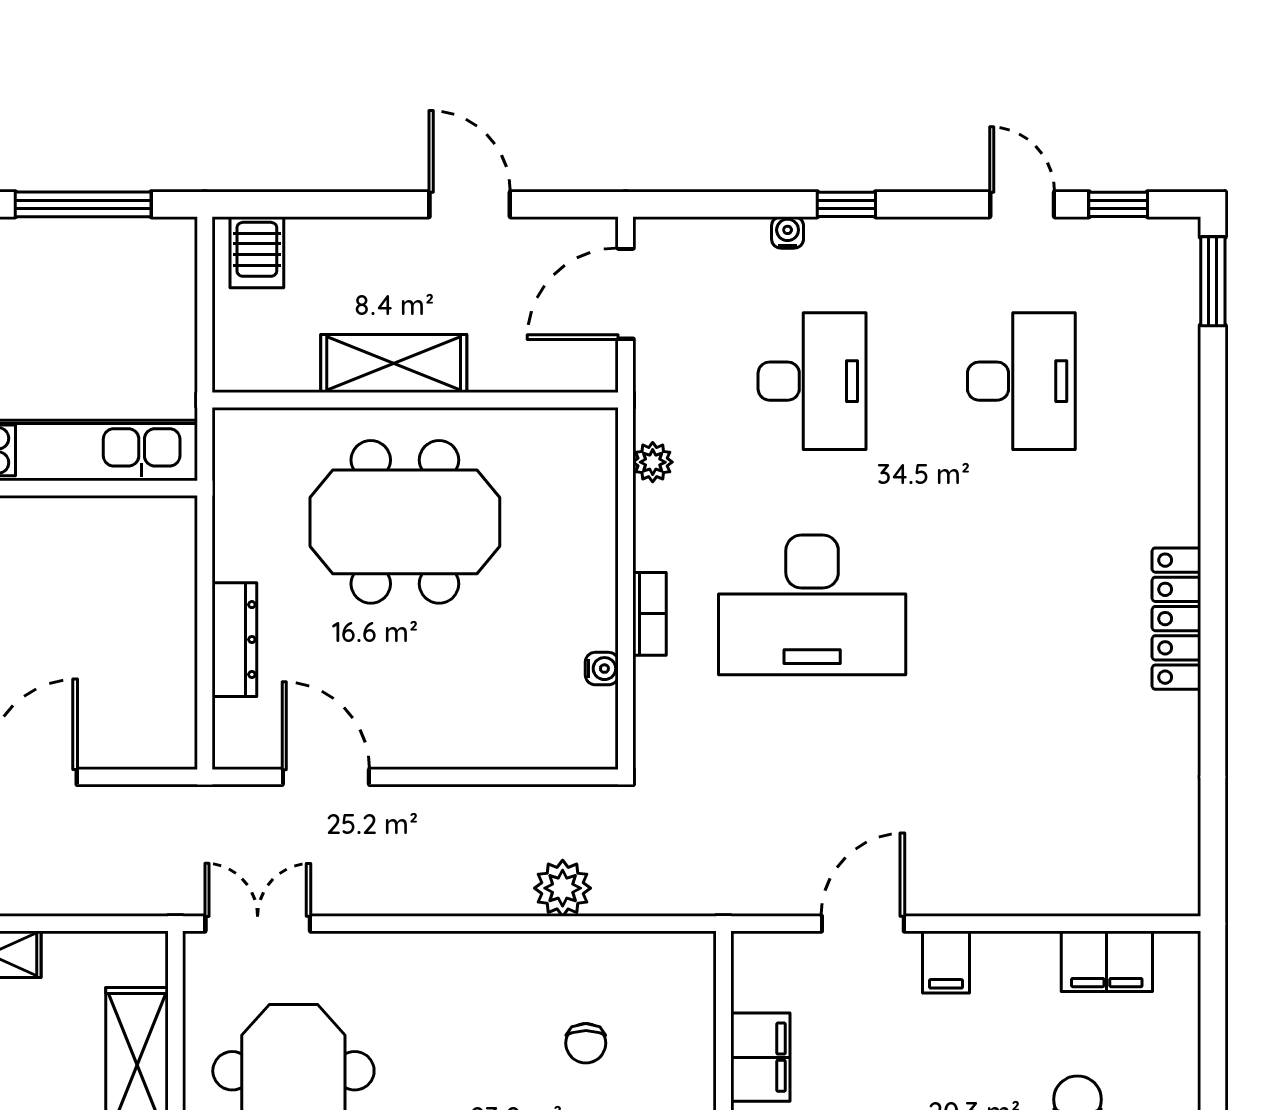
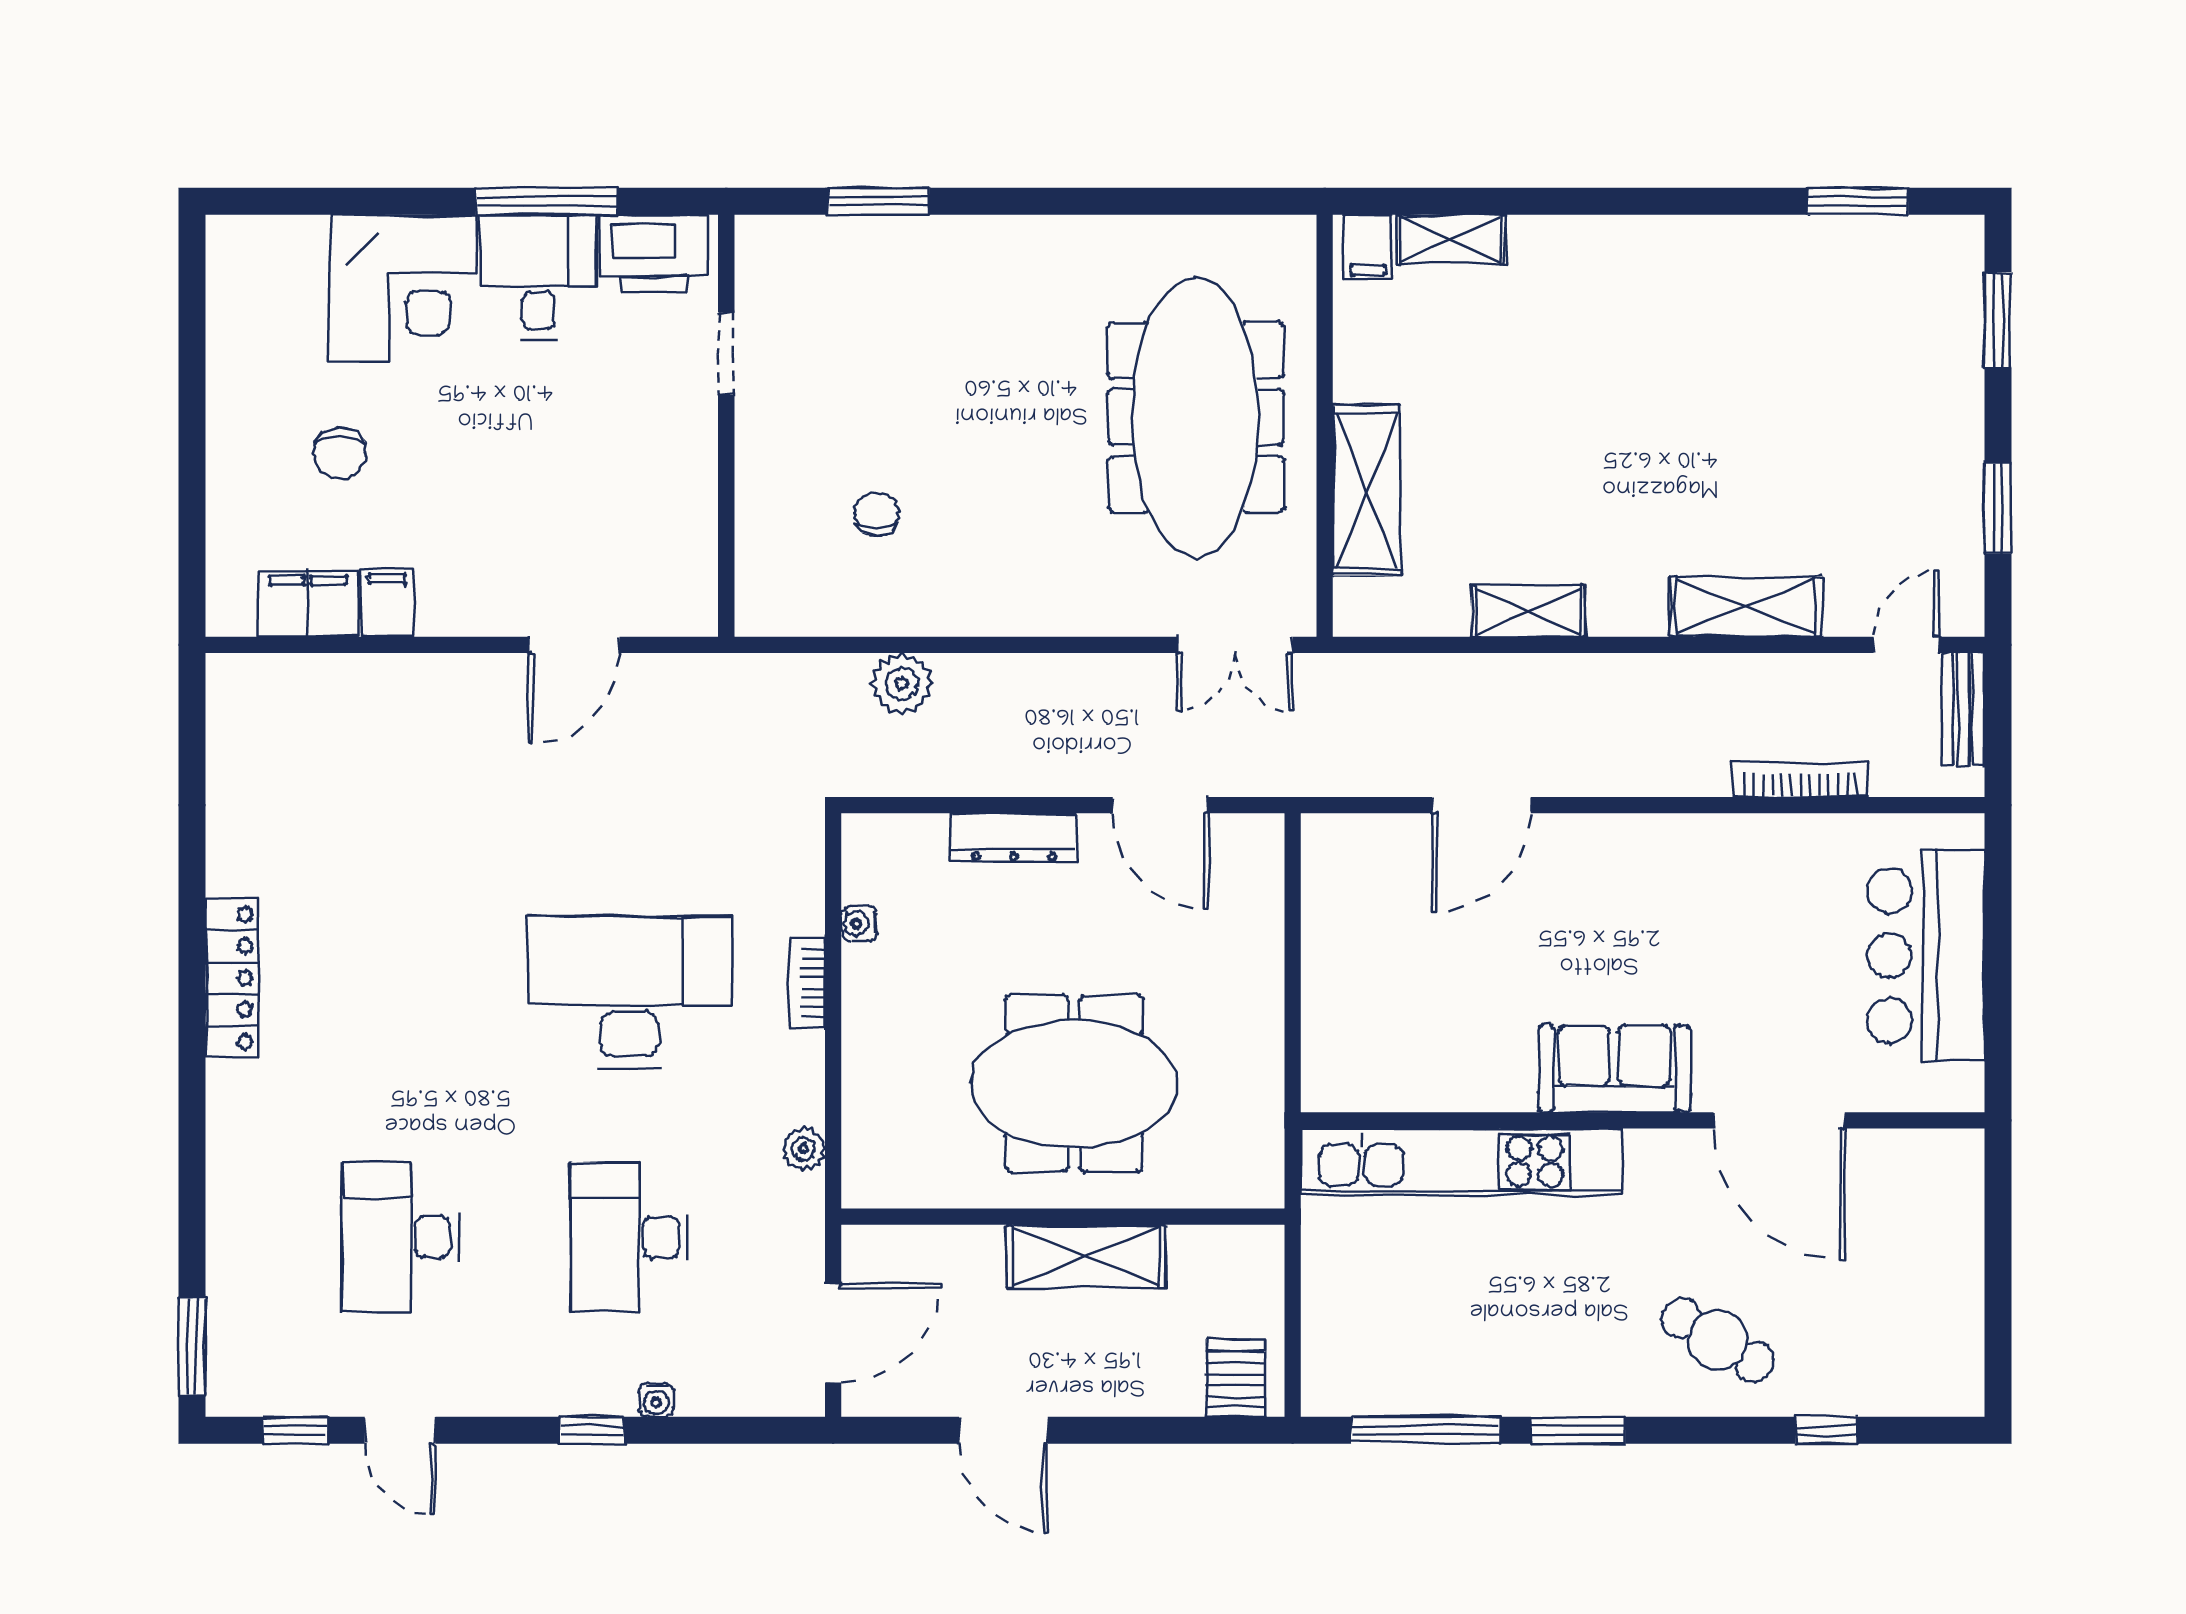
dresser: (234, 640) -> (1014, 838), moved, turned -90
filing cabinet: (946, 962) -> (387, 603), moved
filing cabinet: (760, 1057) -> (686, 499), removed

